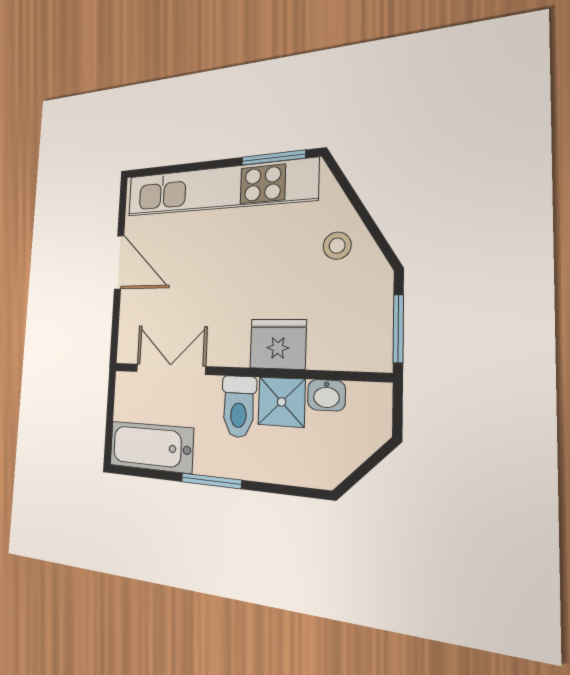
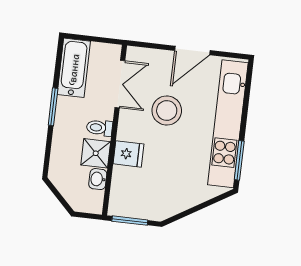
stool: (337, 246) -> (167, 110), moved, width x1.89, depth x1.89
fridge: (278, 344) -> (128, 154), width x0.72
toilet: (239, 407) -> (99, 128), width x0.73, depth x0.72

